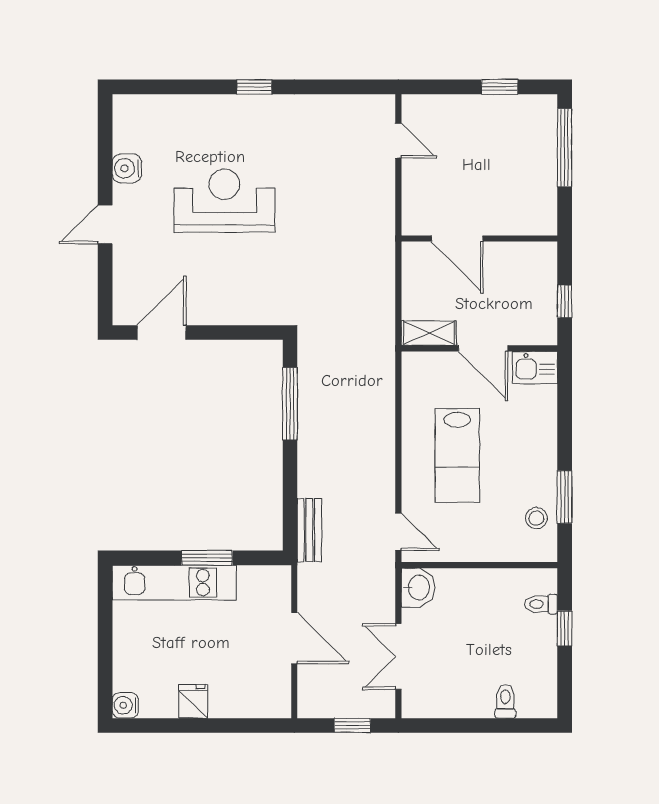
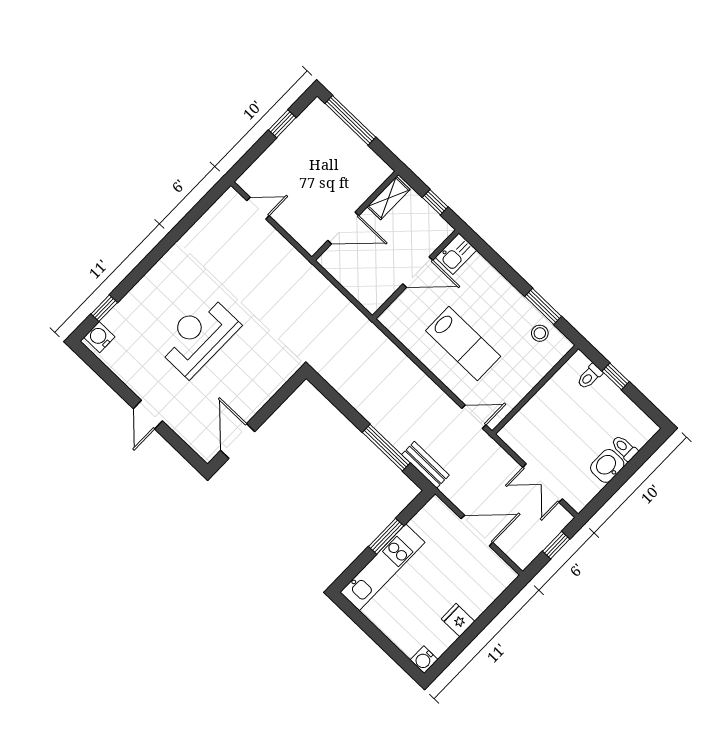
window: (254, 87) -> (104, 308), moved
water cooler: (127, 168) -> (99, 337), moved, turned 90
shelving: (429, 333) -> (388, 198), moved
window: (290, 404) -> (386, 448), moved
washbasin: (418, 588) -> (607, 466), moved, turned -90

